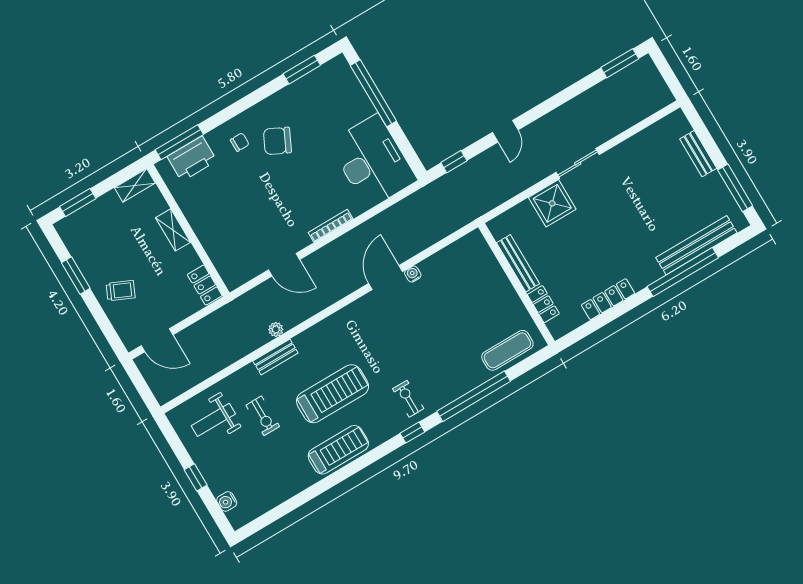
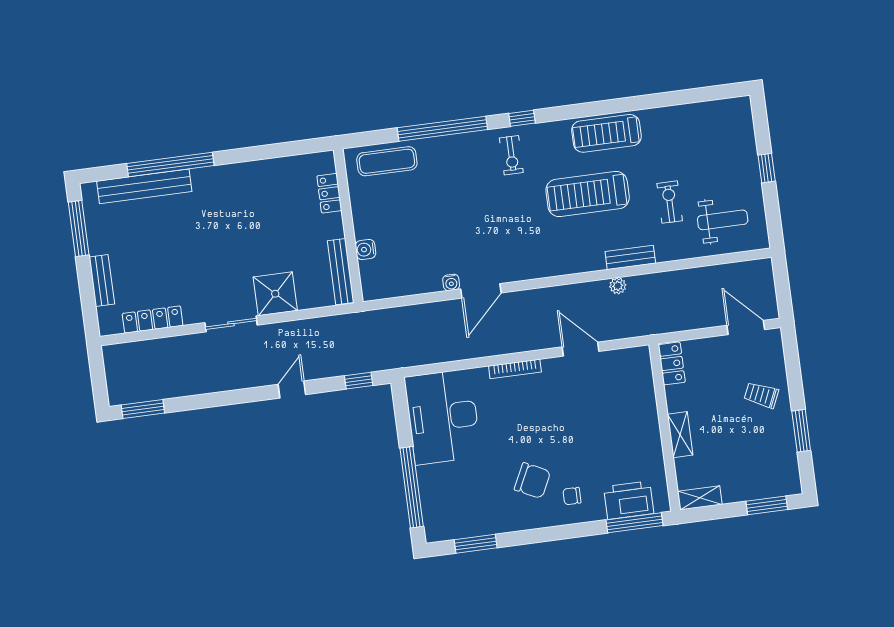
bench: (518, 263) -> (341, 272), moved
locker: (608, 299) -> (153, 320), moved, turned 180
water cooler: (227, 501) -> (366, 249), moved, turned 180

